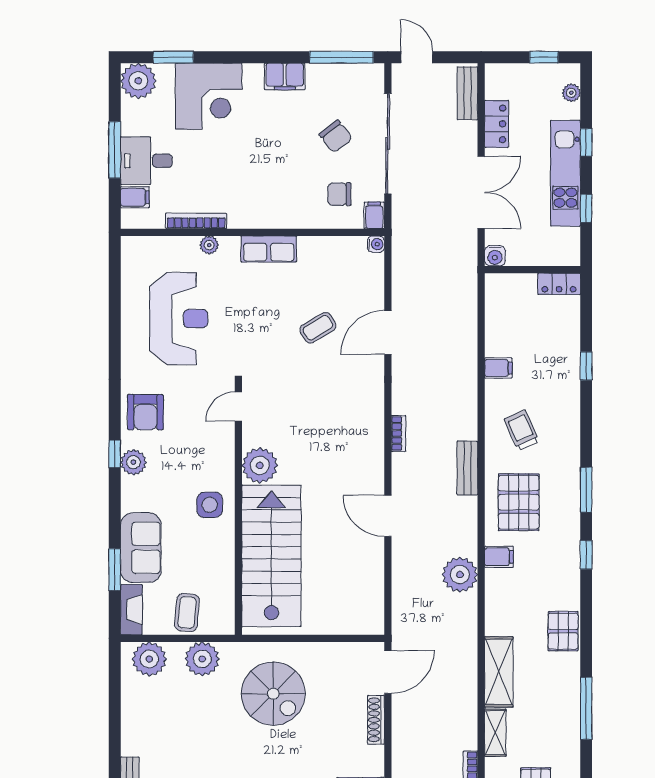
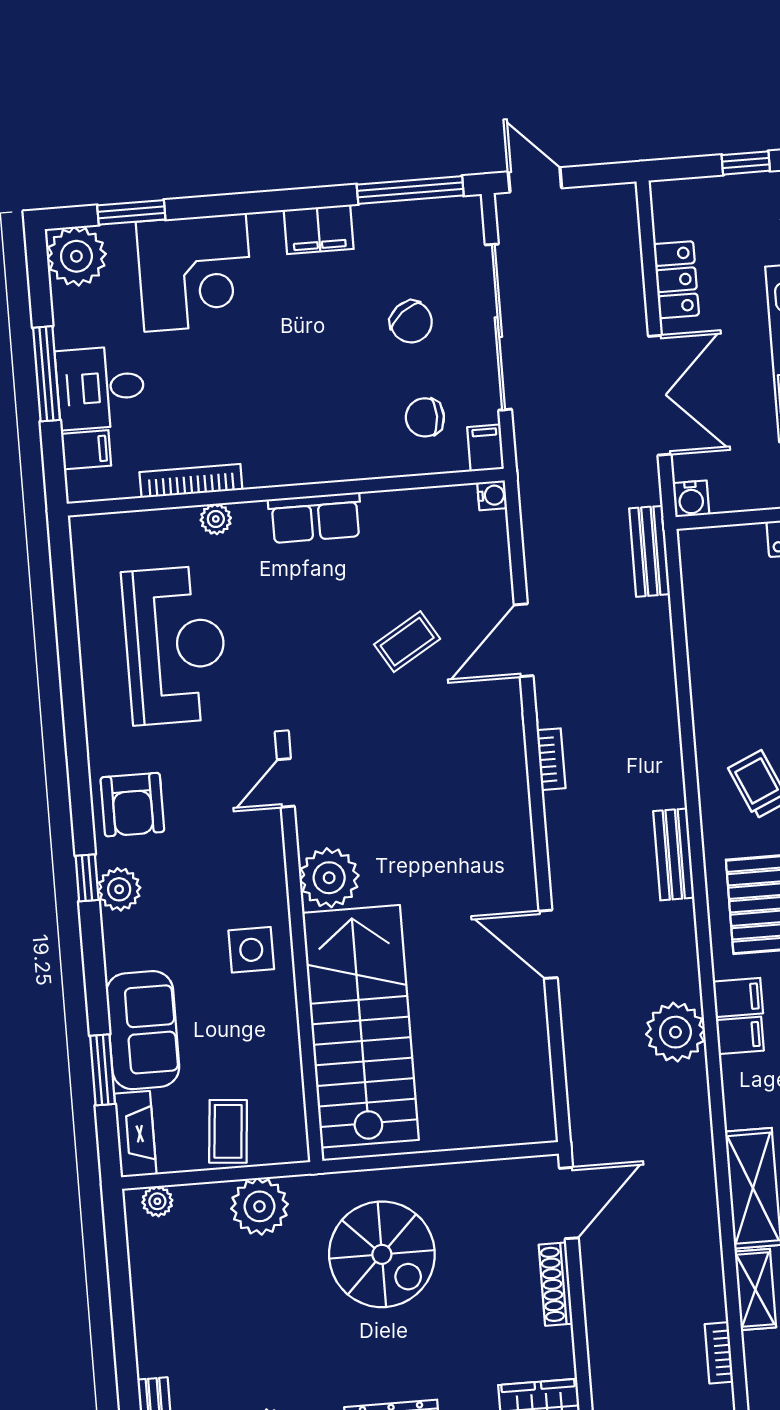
bench: (467, 93) -> (649, 551), moved
filing cabinet: (498, 368) -> (740, 1035), moved
bookcase: (399, 433) -> (551, 759), moved
plant: (149, 659) -> (157, 1201), width x0.53, depth x0.53

